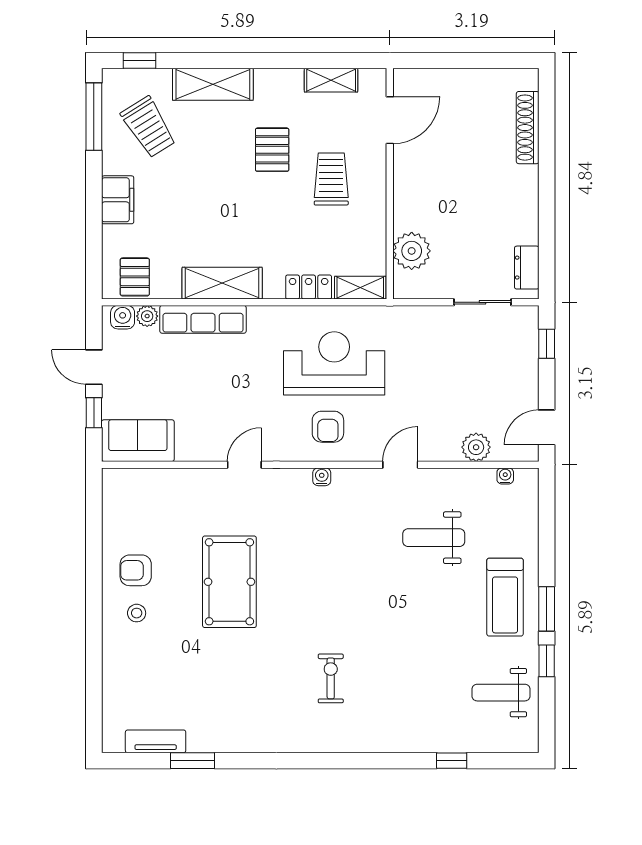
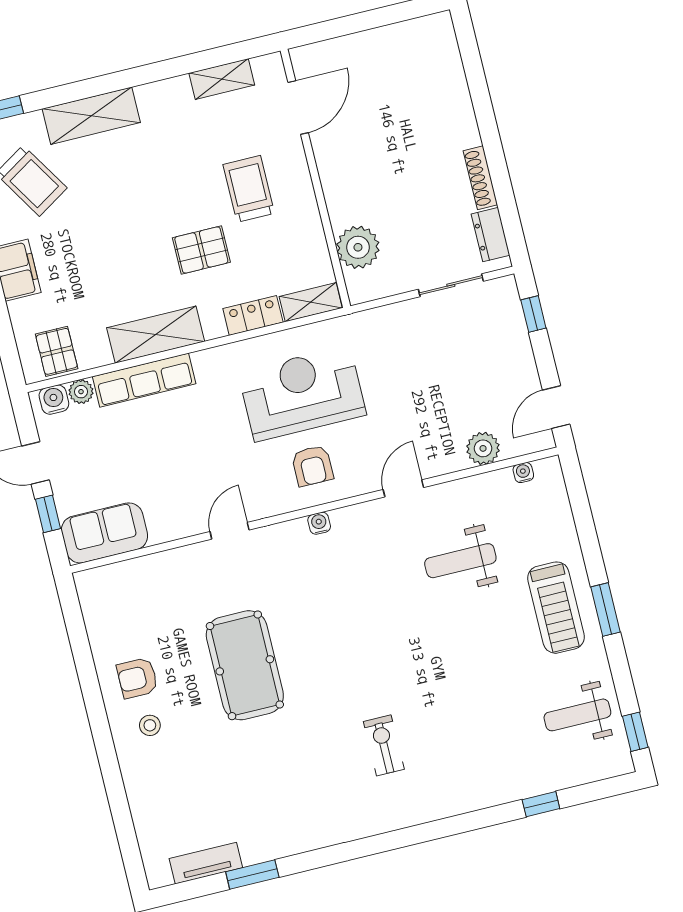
shoe rack: (528, 128) -> (480, 178), moved, width x0.74, depth x0.81
pallet: (272, 150) -> (201, 250), moved, turned 90
window: (547, 661) -> (635, 732), moved

